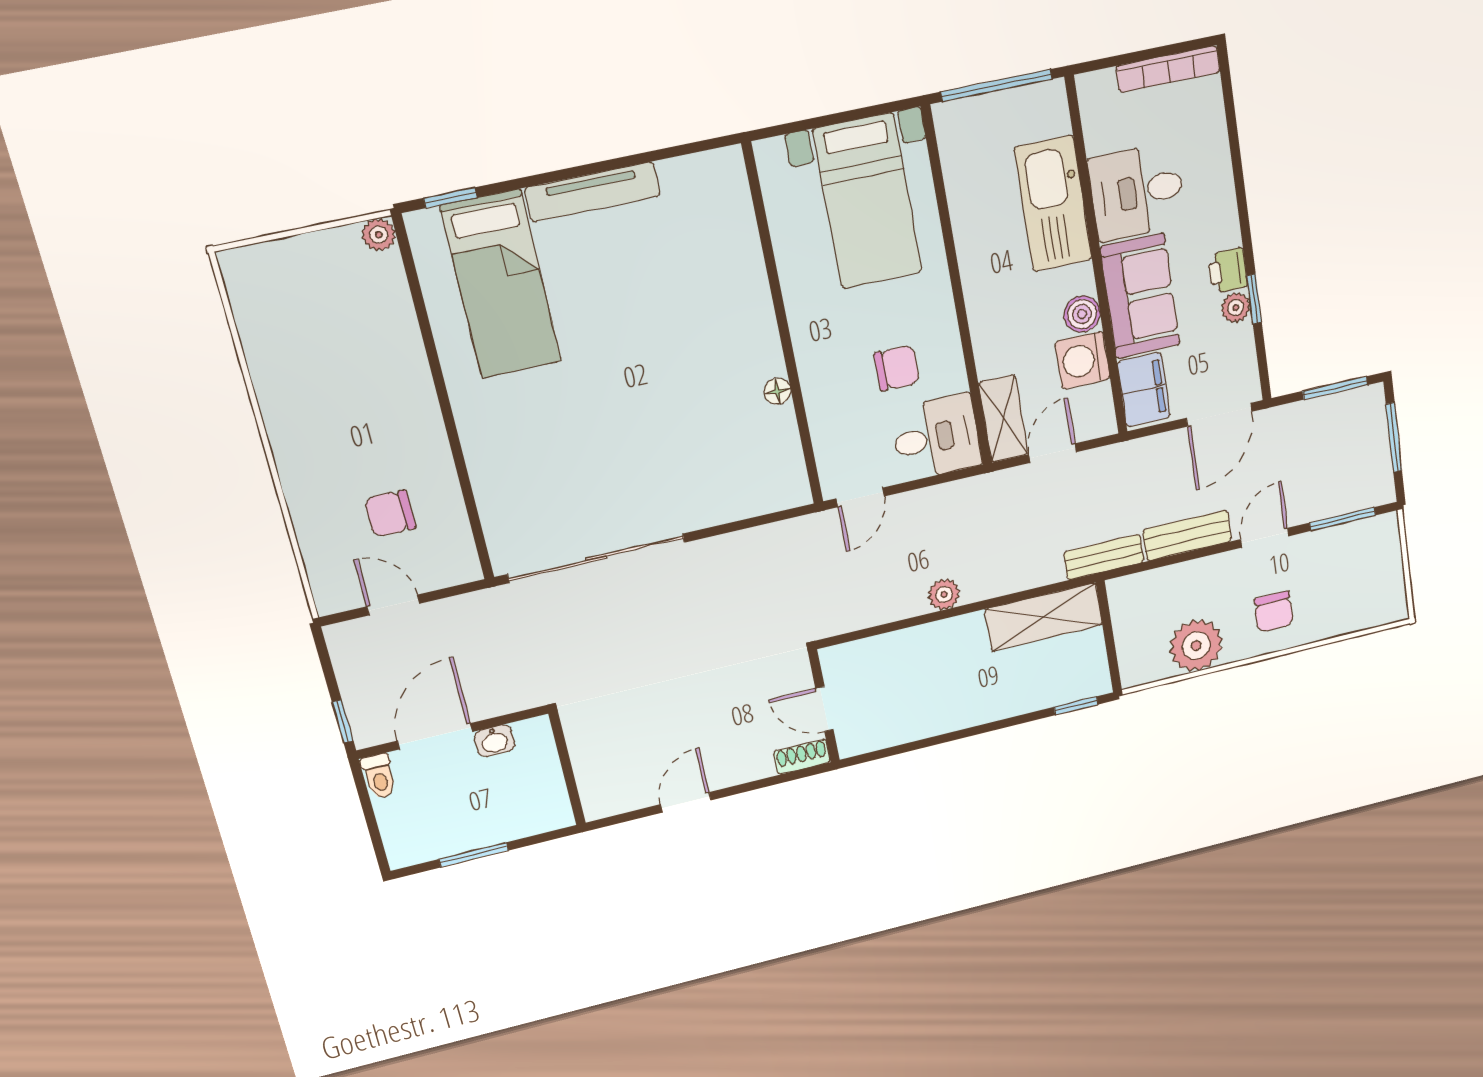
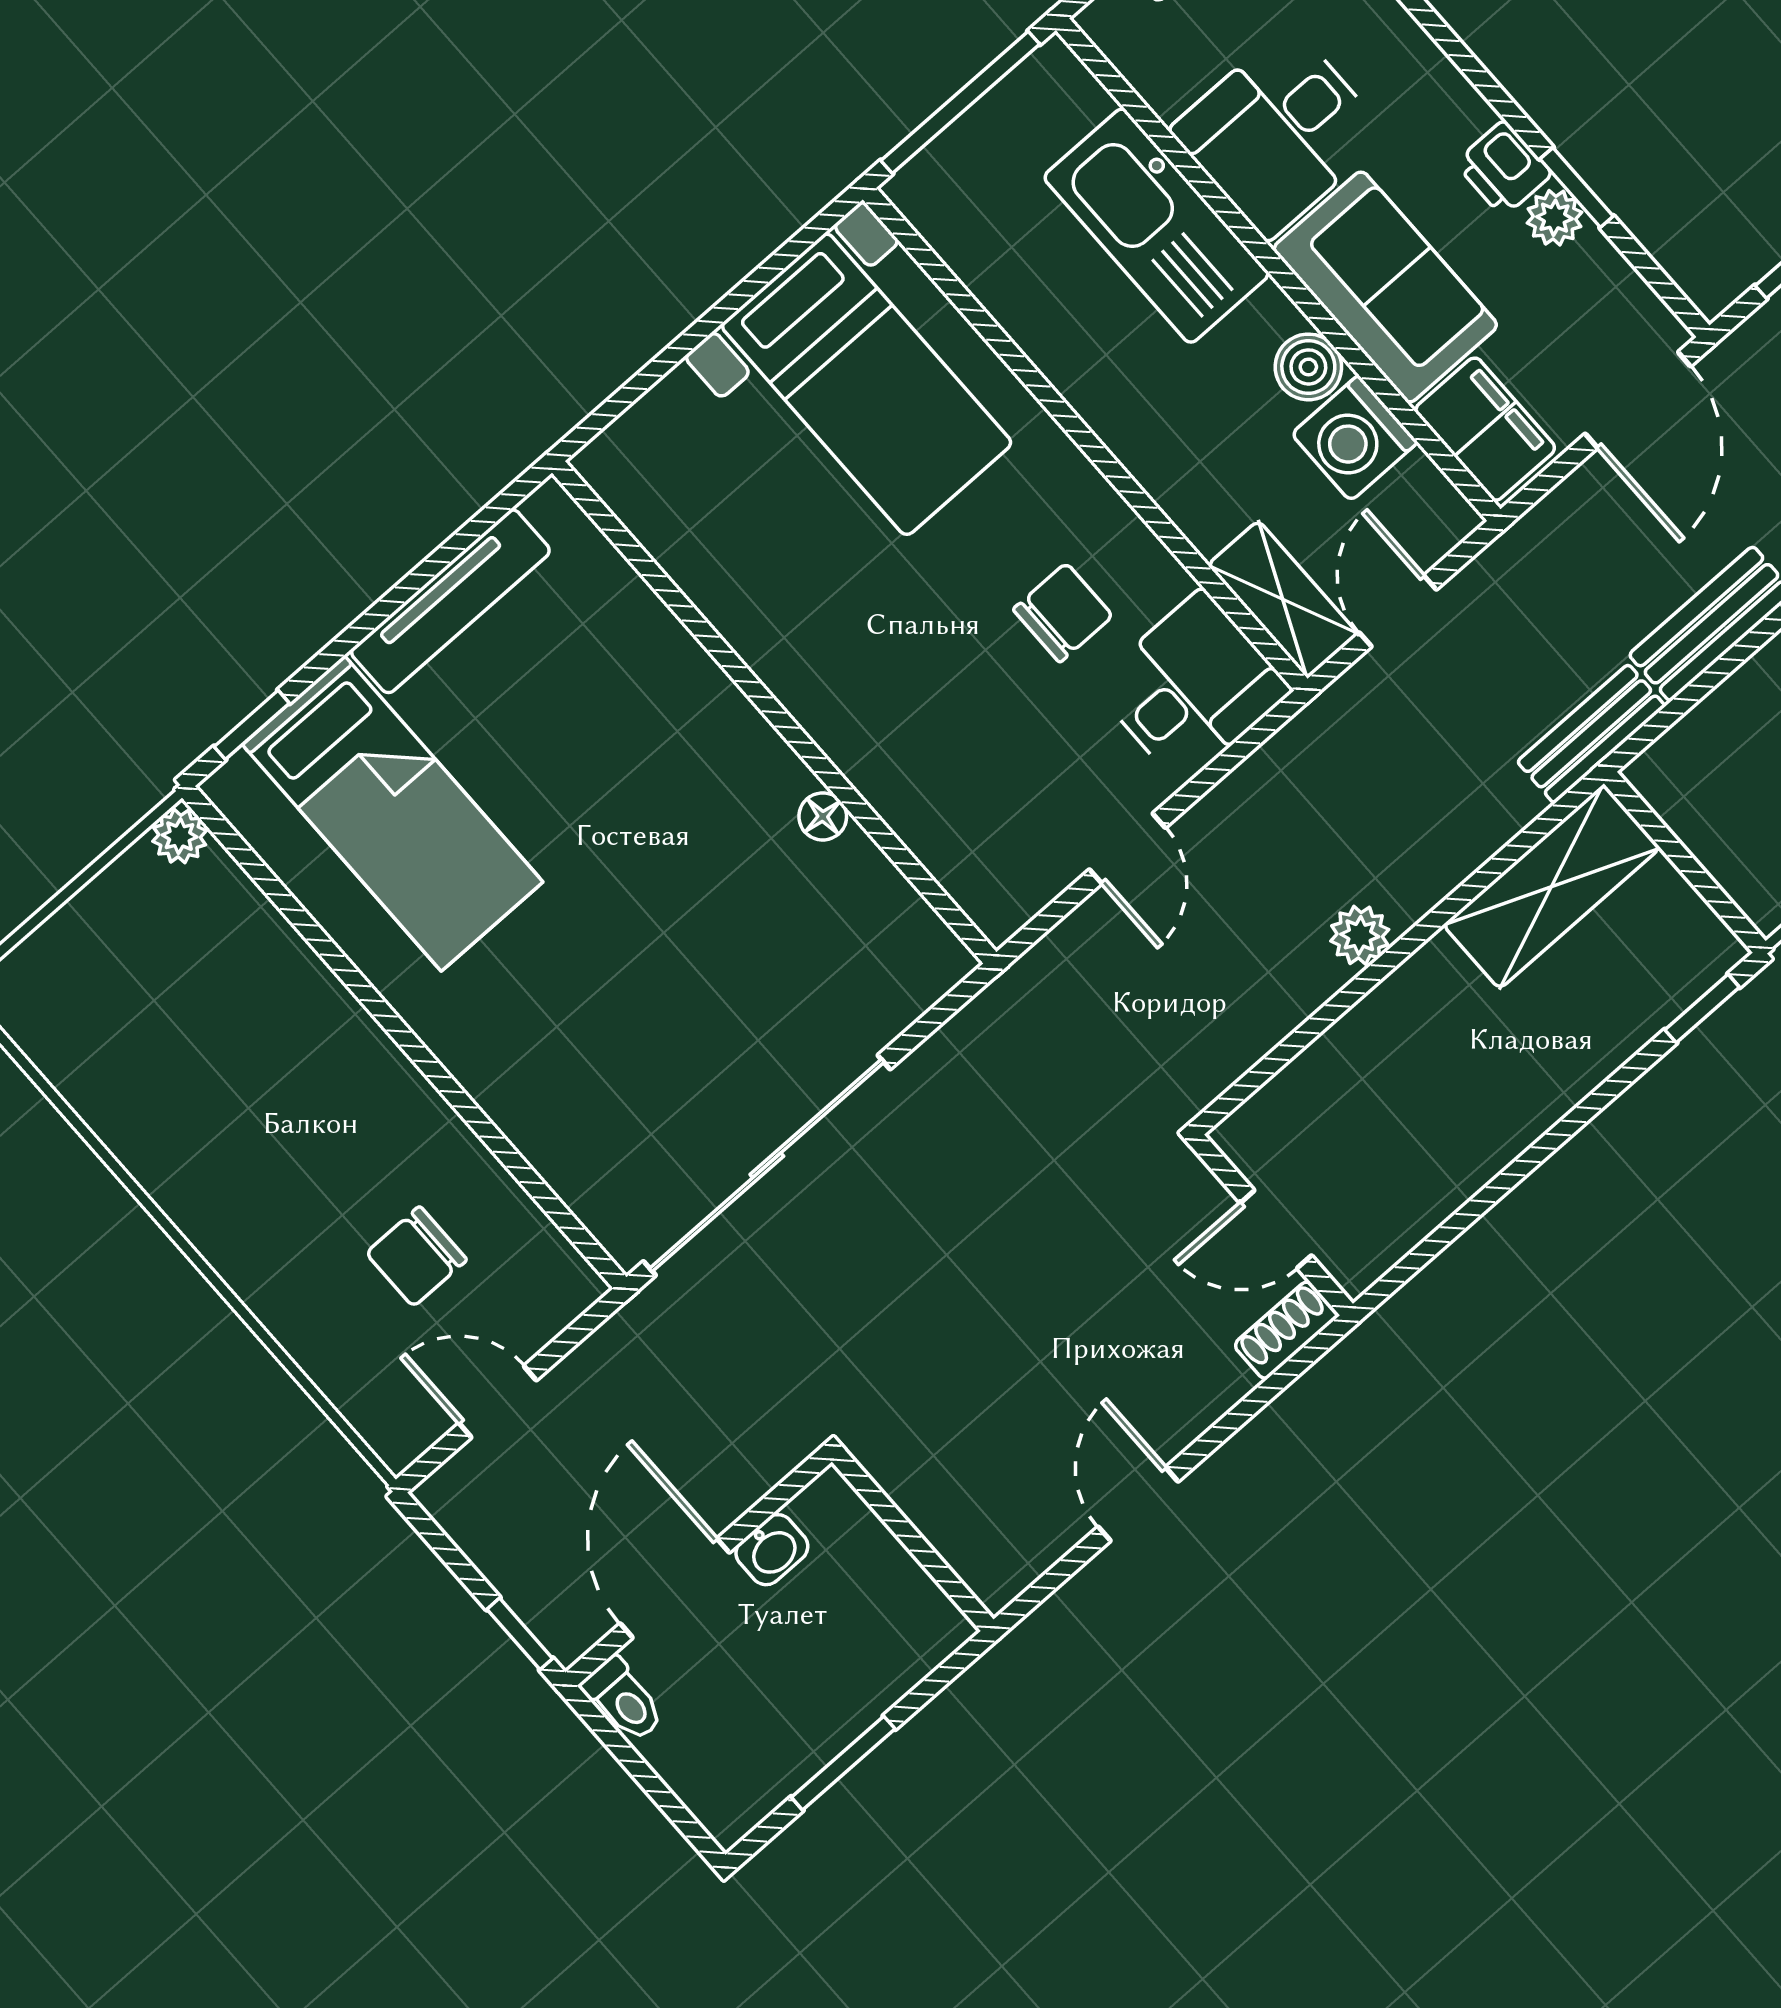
wall: (783, 327) -> (774, 712), moved
floor lamp: (777, 391) -> (823, 816), moved

